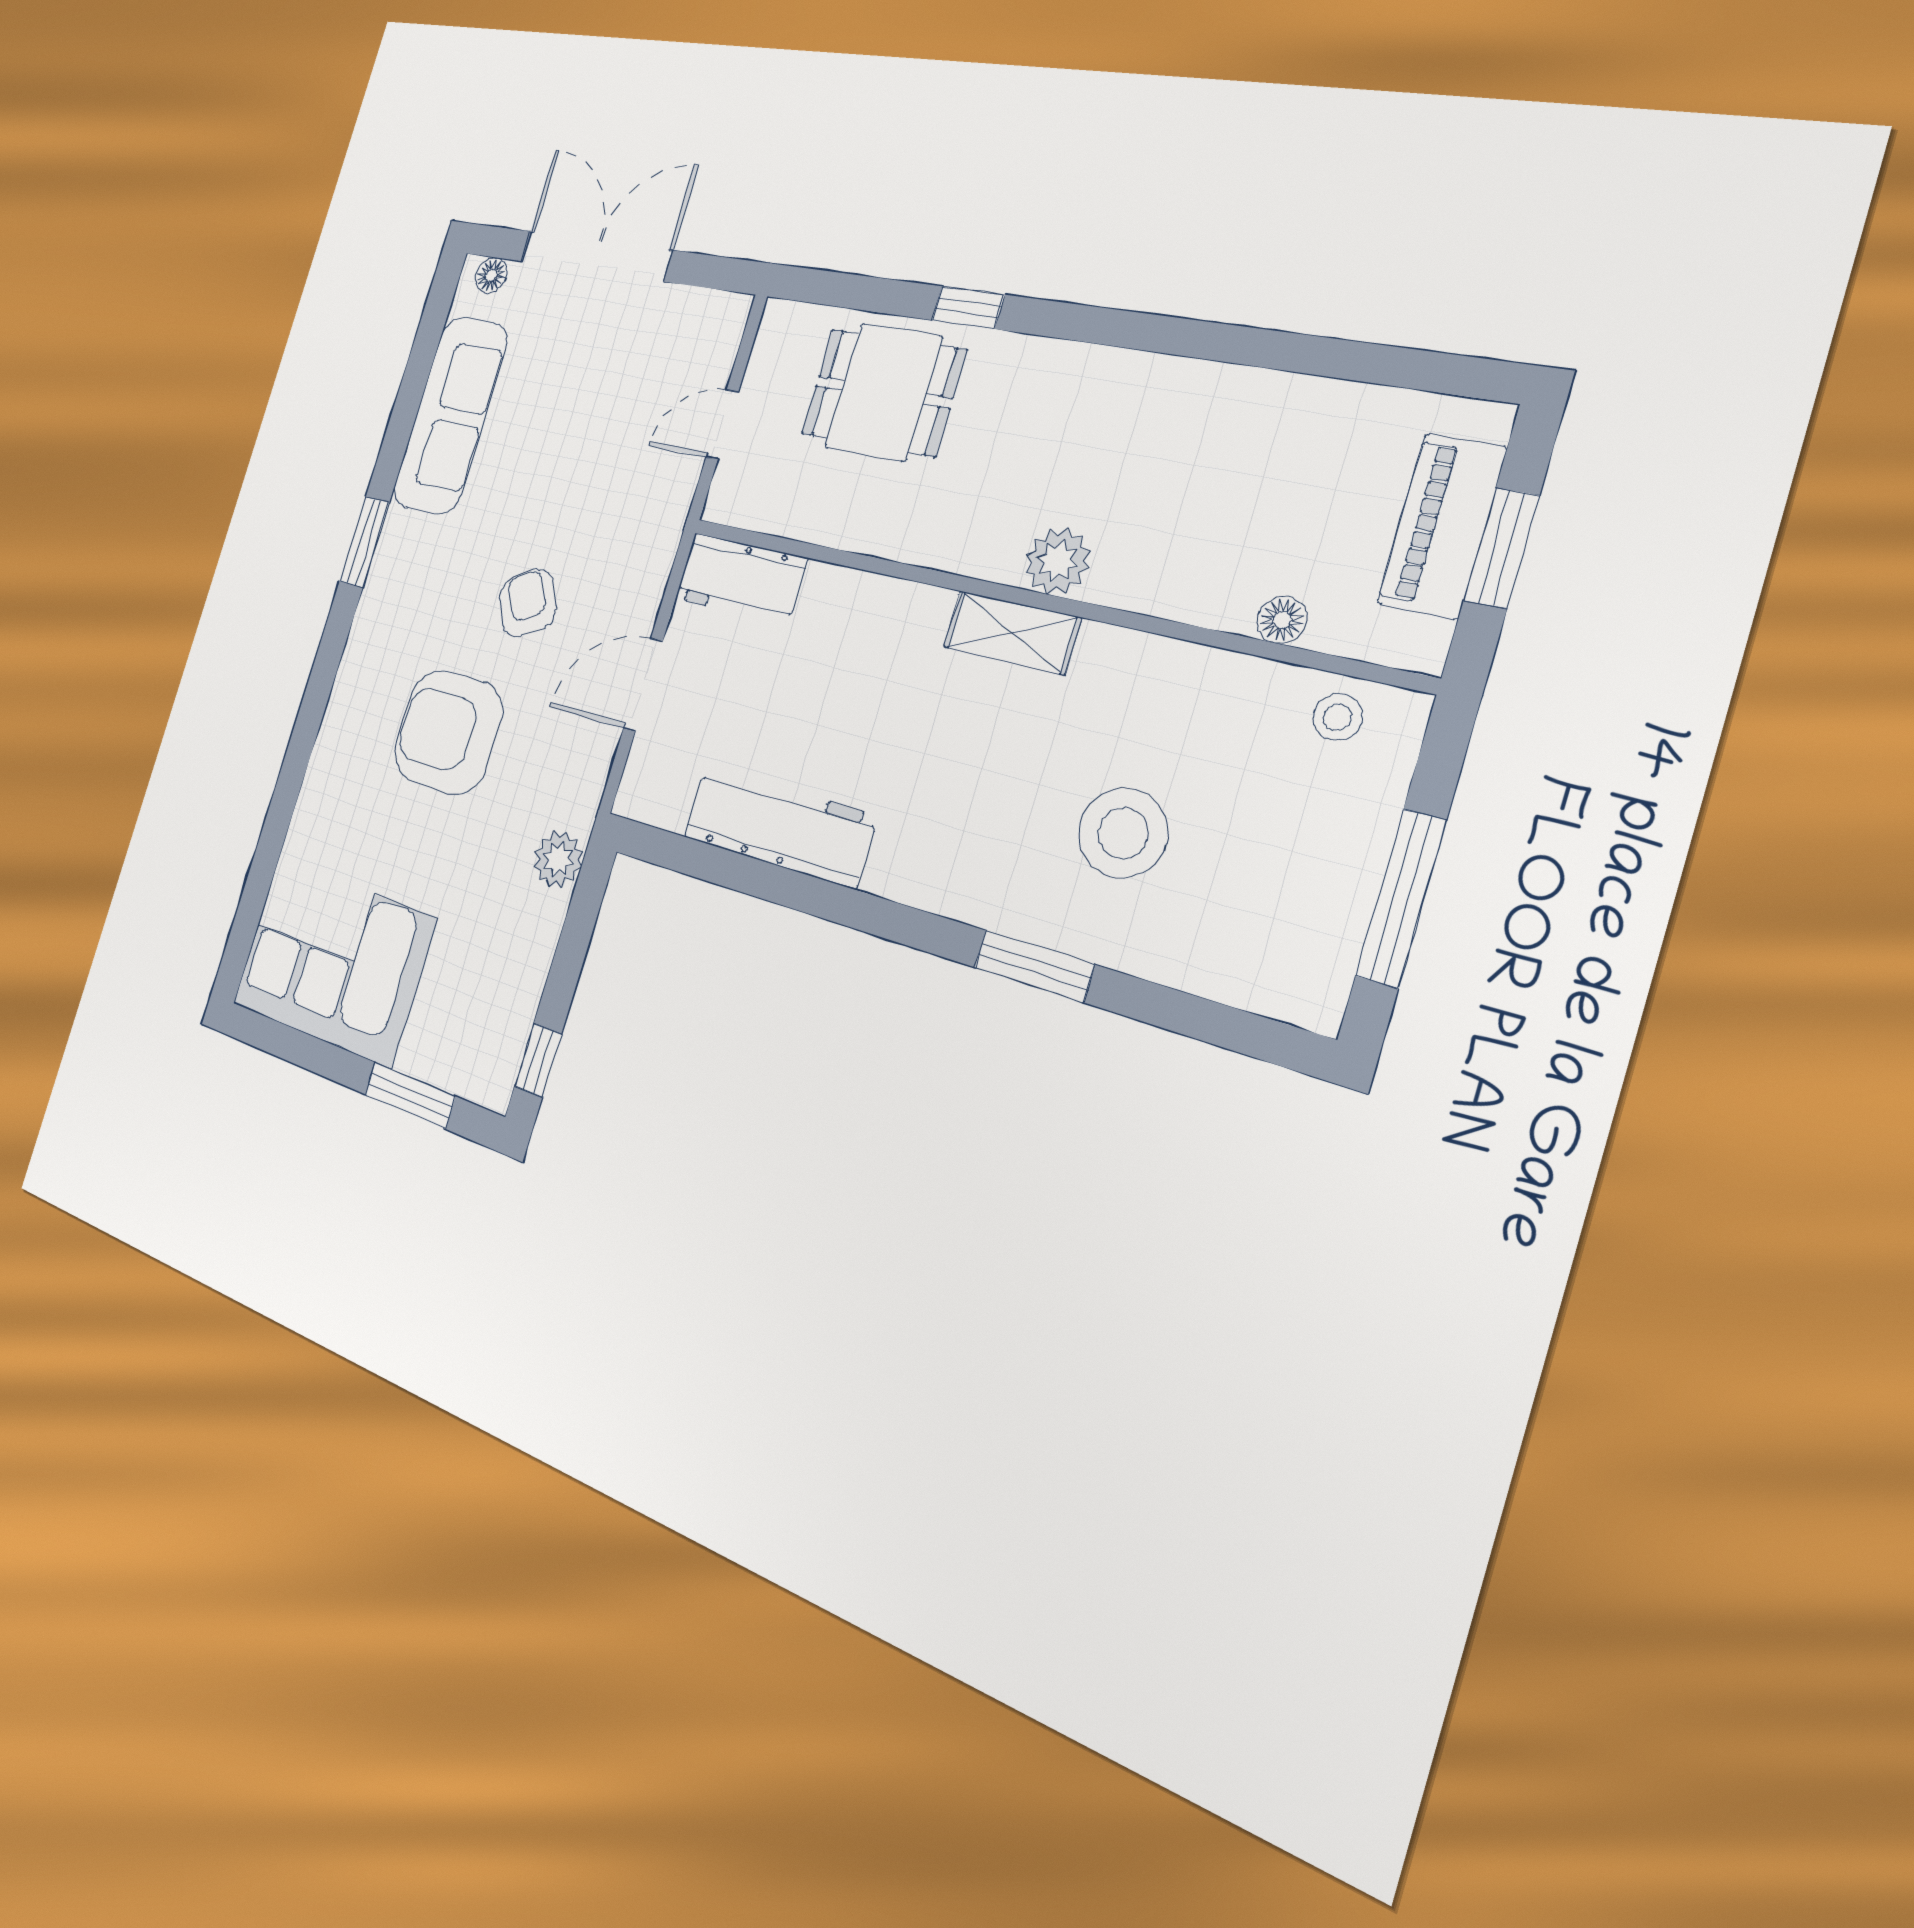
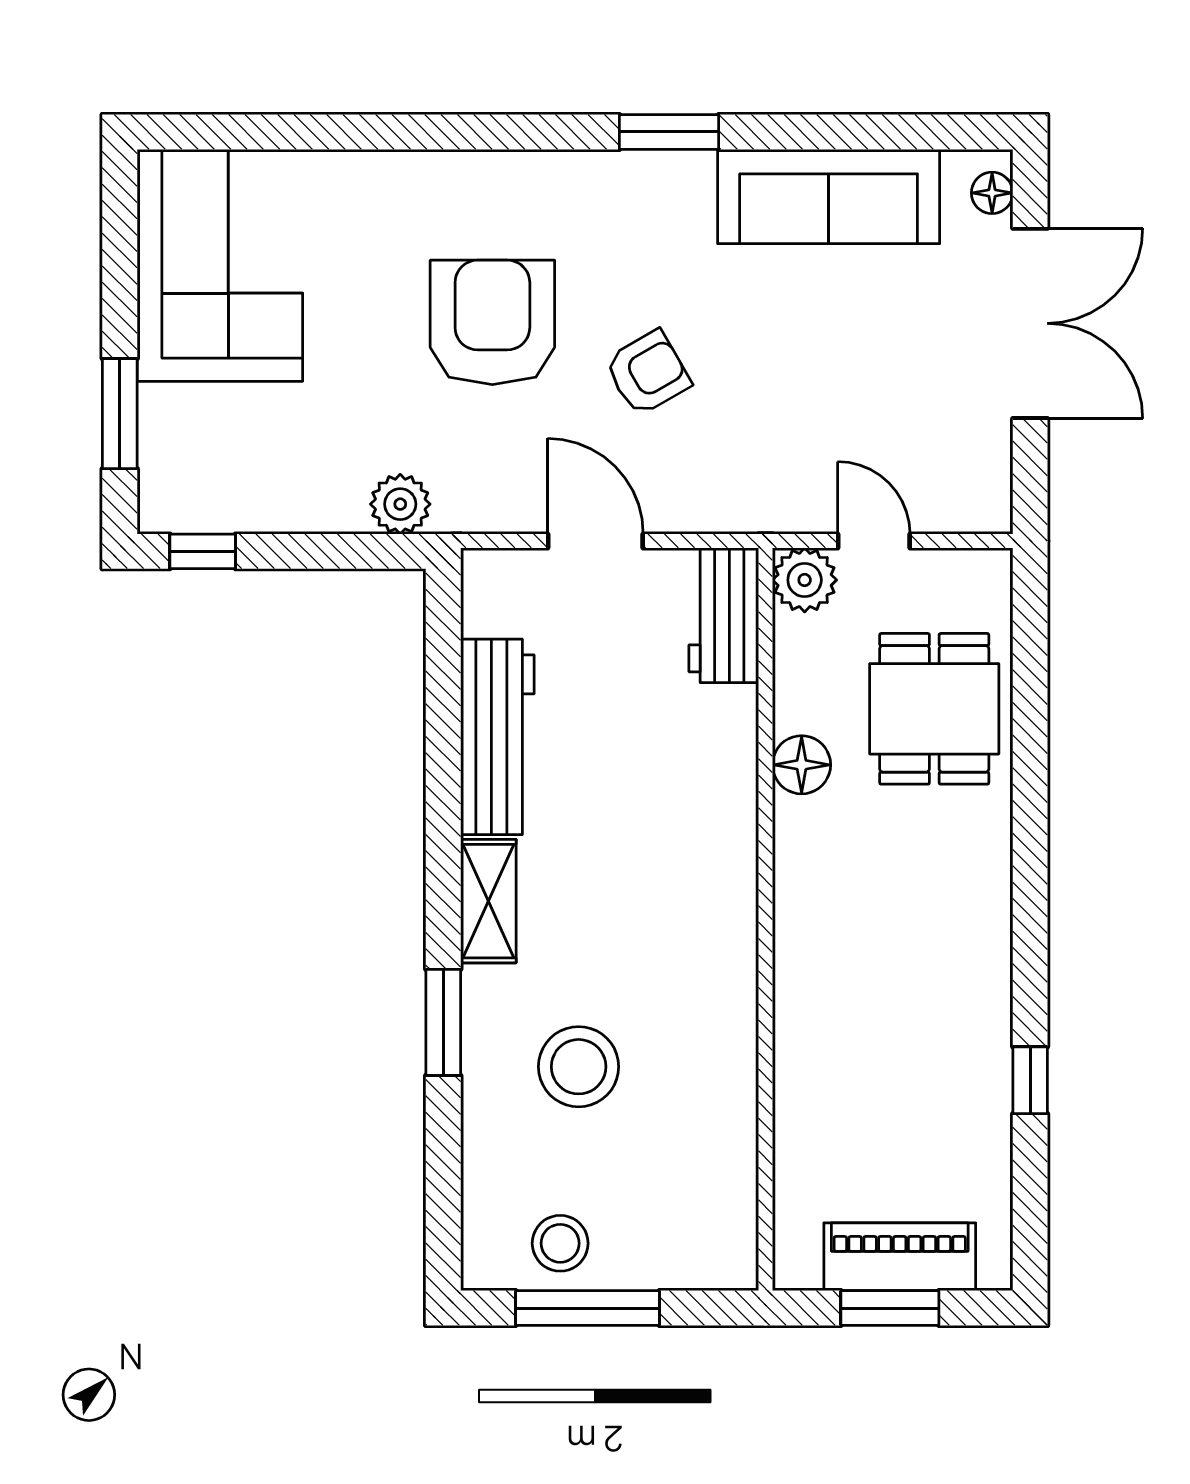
window: (968, 307) -> (1030, 1080), moved
plant: (1058, 561) -> (805, 580), moved
floor lamp: (1282, 620) -> (802, 765), moved, width x1.37, depth x1.37
shelving: (1012, 633) -> (488, 901), moved
stool: (1338, 717) -> (560, 1243), moved, width x1.37, depth x1.37

